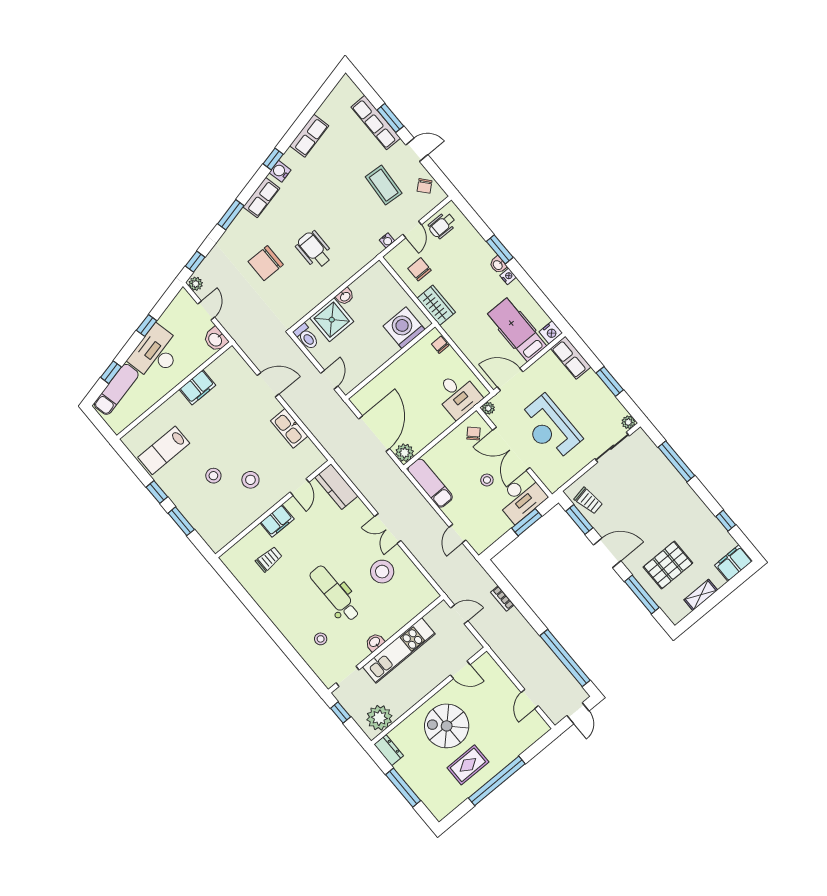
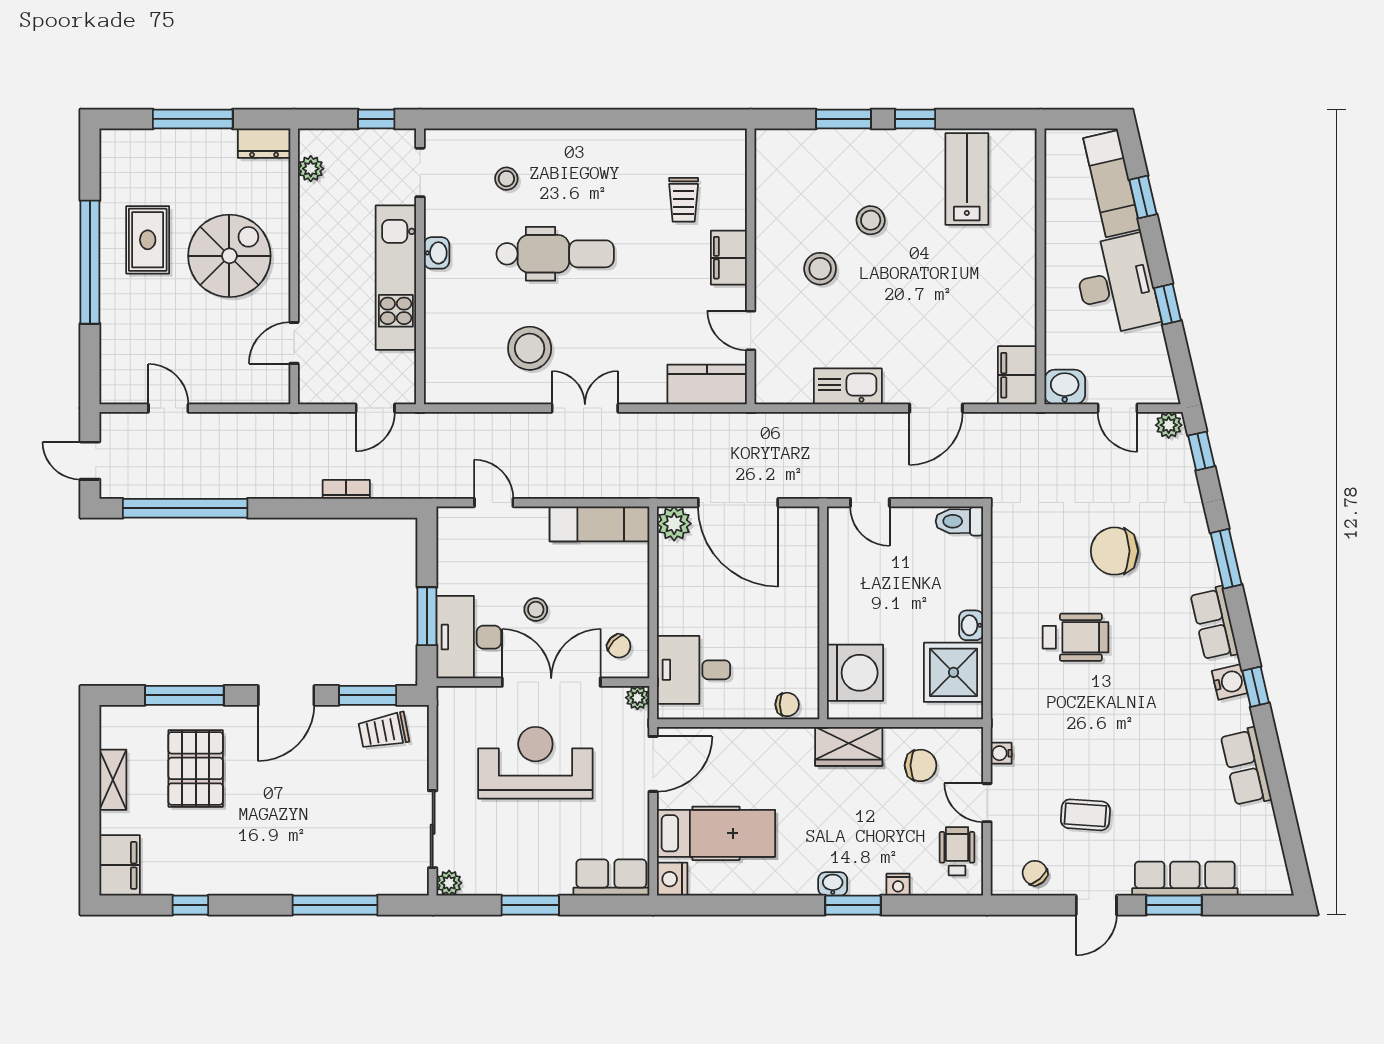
coffee table: (384, 185) -> (1085, 815), width x0.73, depth x0.77
chair: (266, 263) -> (1114, 551), turned -90
nightstand: (508, 276) -> (898, 885), moved
shower: (332, 320) -> (954, 672), moved
filing cabinet: (197, 387) -> (1017, 375), moved
plant: (379, 718) -> (311, 169), width x0.53, depth x0.53

